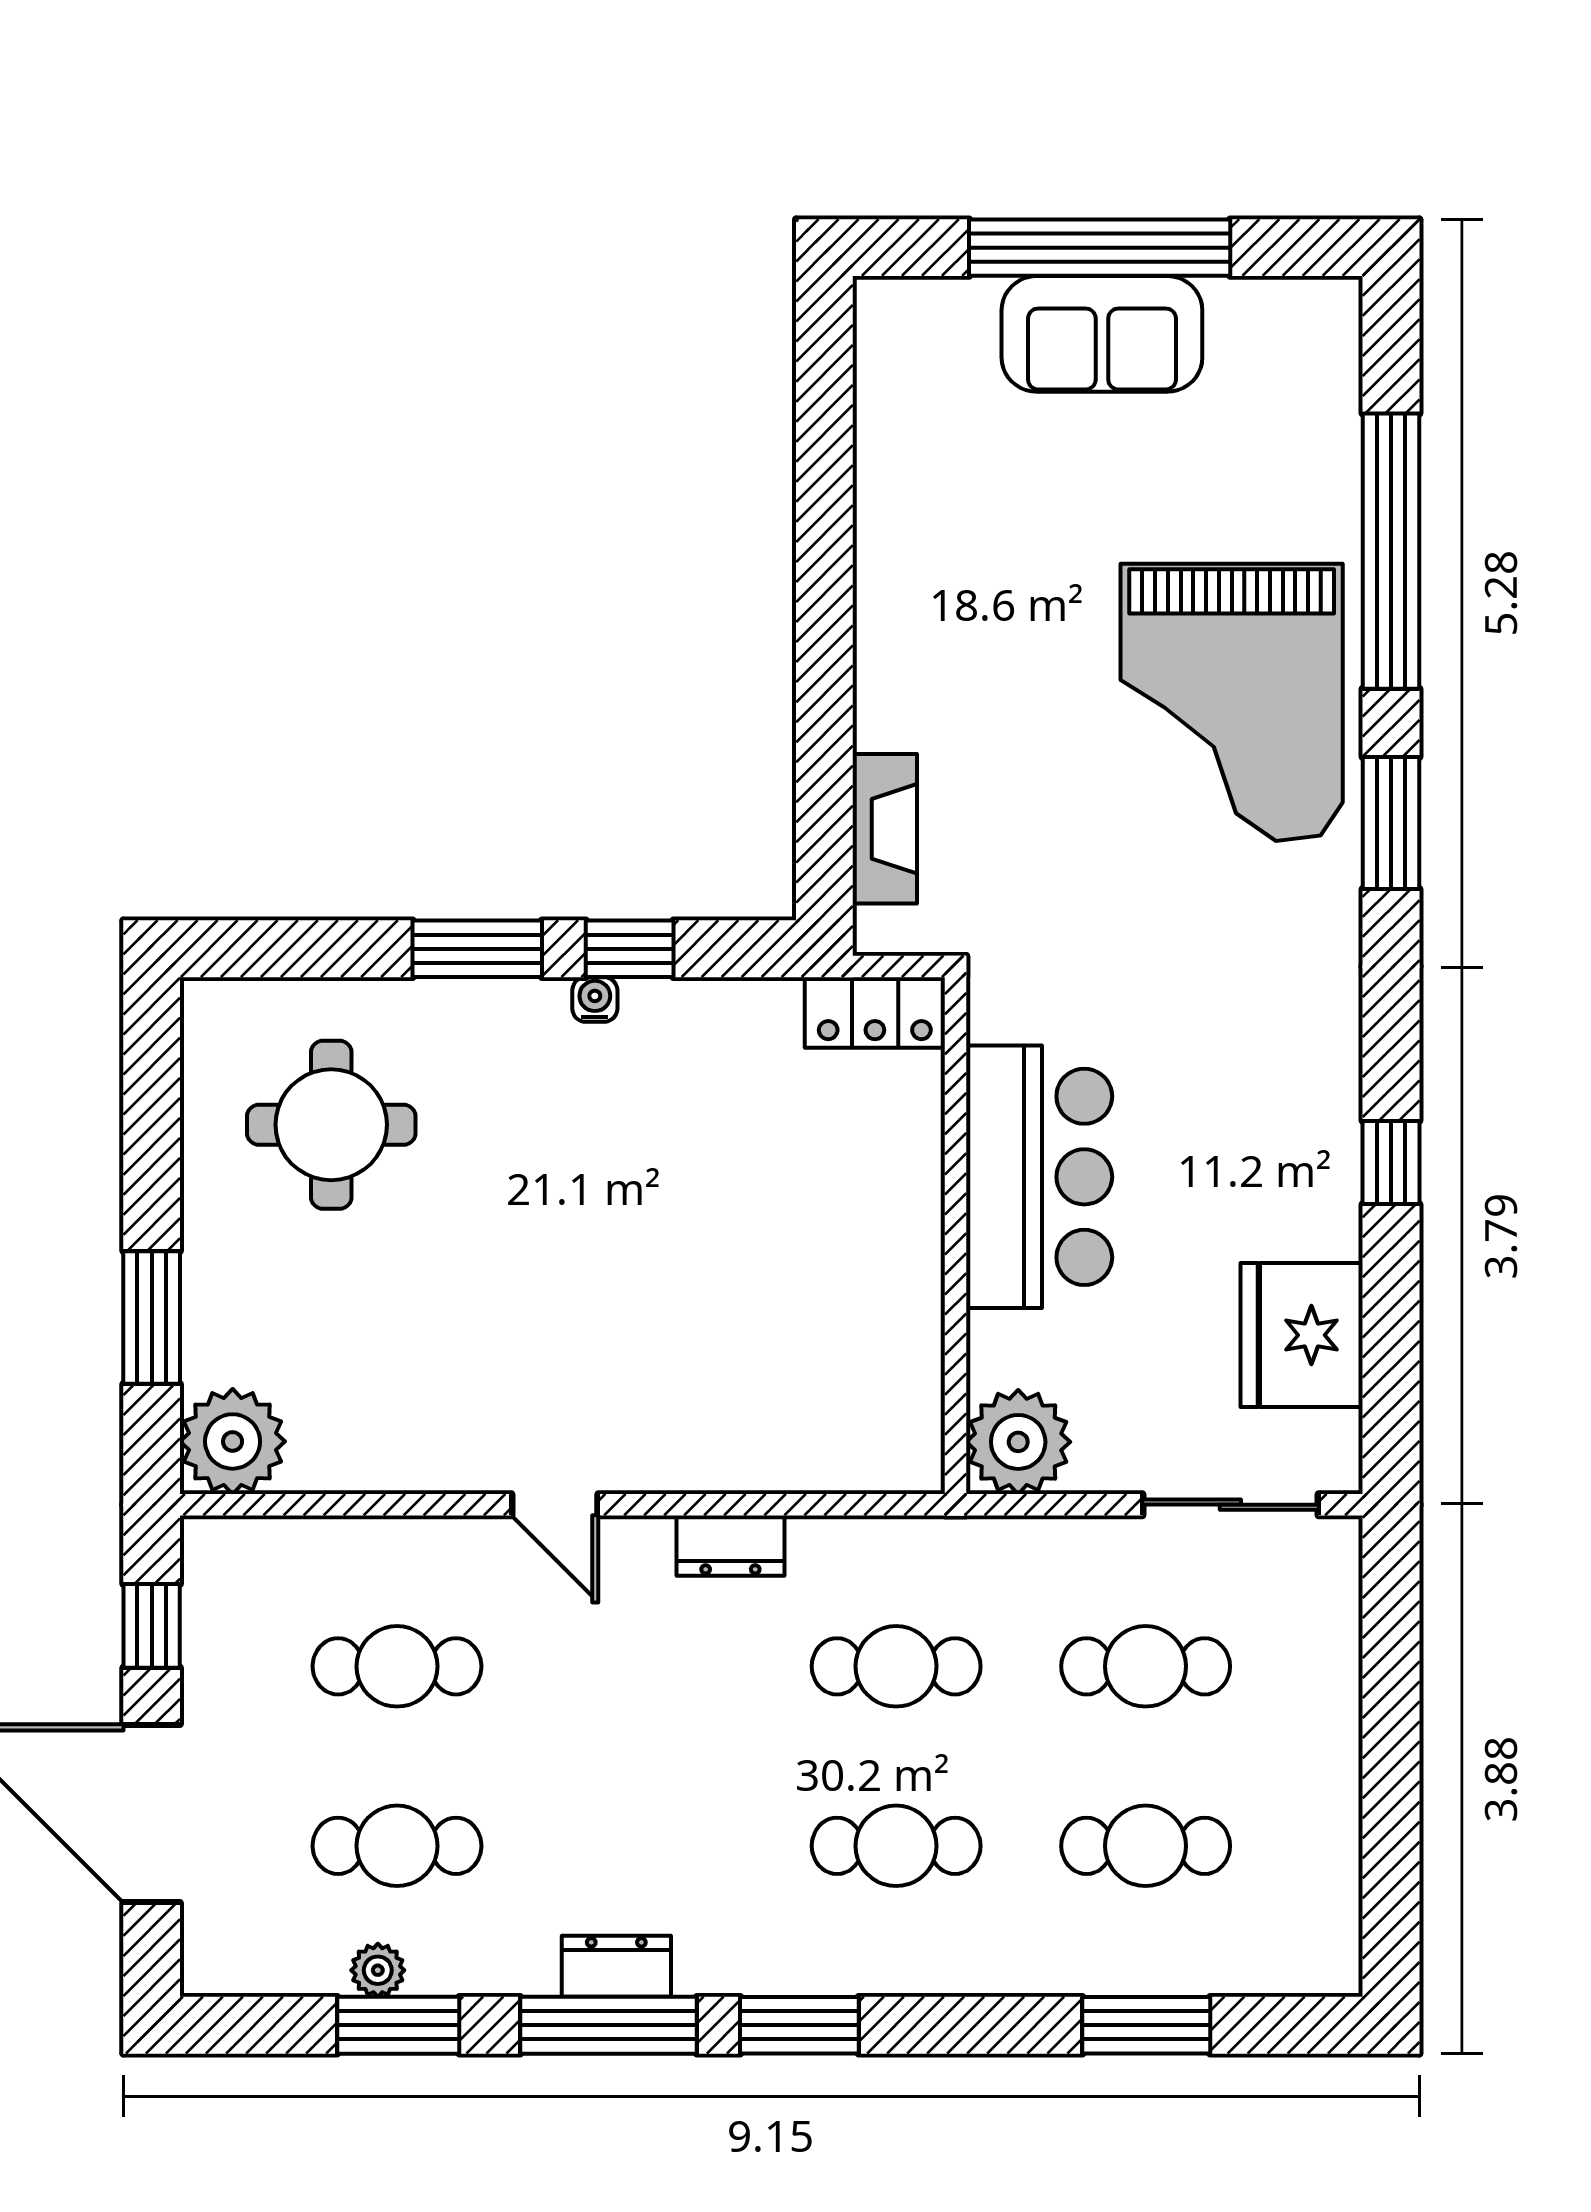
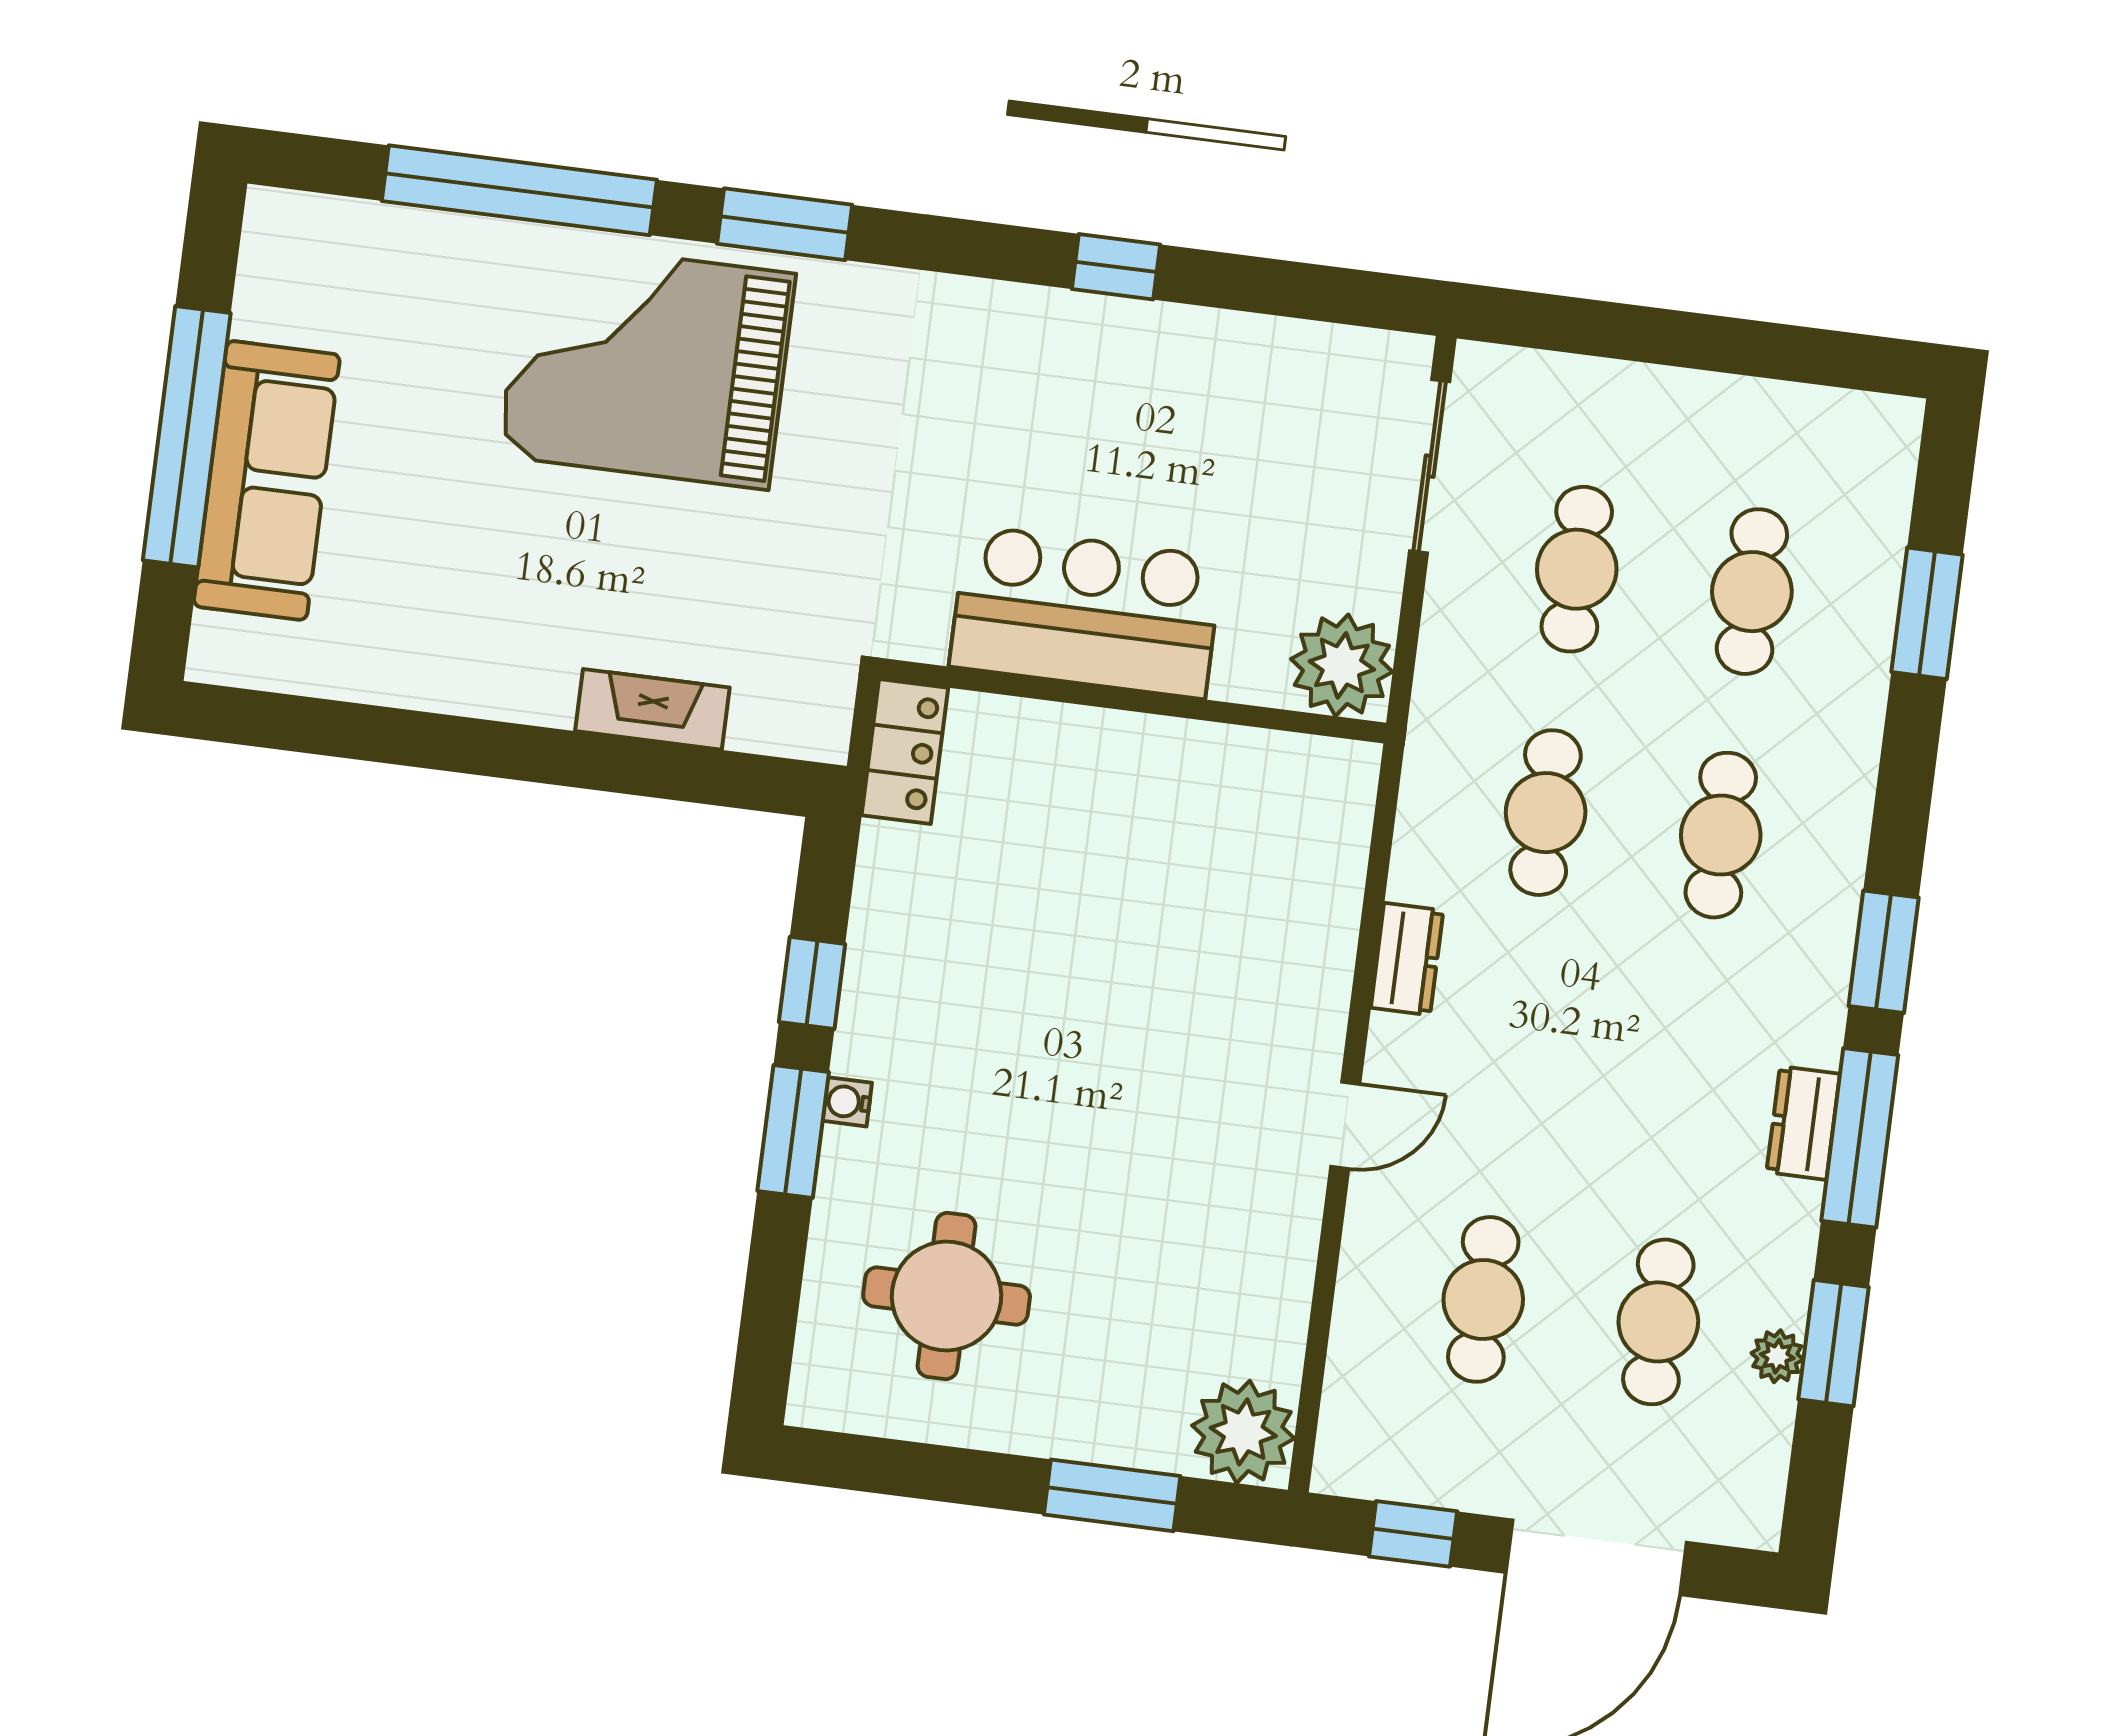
sofa: (1102, 334) -> (267, 480), width x1.36
grand piano: (1232, 702) -> (647, 365), turned 180
fireplace: (885, 829) -> (652, 709), moved
water cooler: (595, 1000) -> (847, 1102), moved
fridge: (1302, 1335) -> (1273, 375), removed

